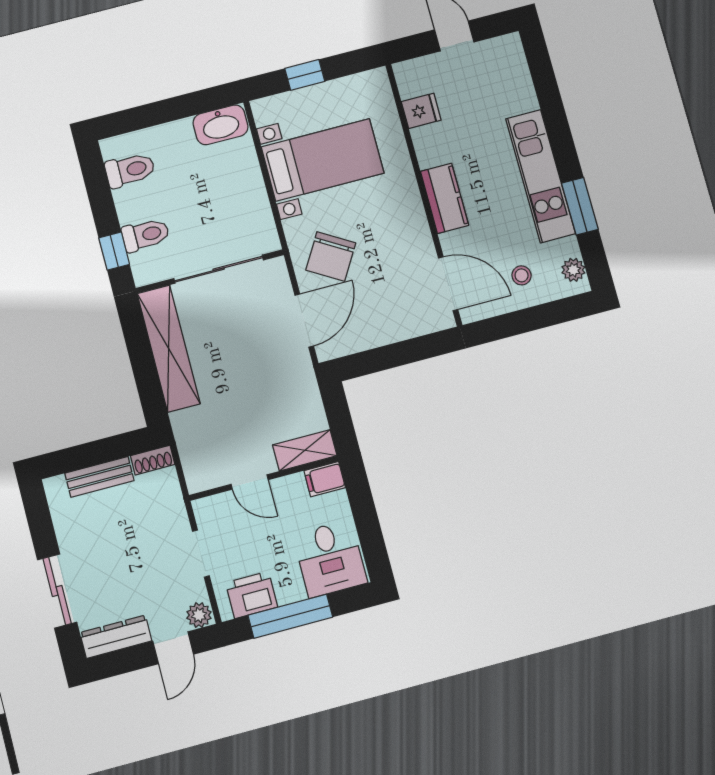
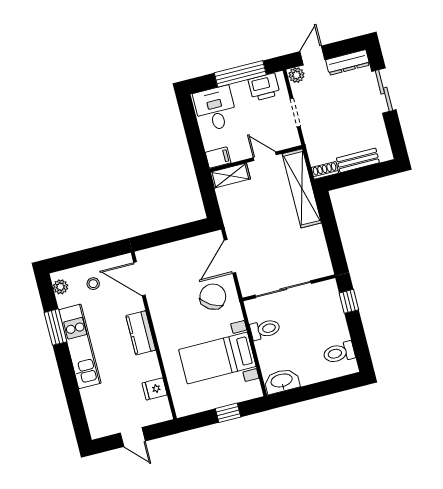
toilet: (146, 235) -> (265, 329), moved, turned 180
shelving: (169, 349) -> (302, 188), moved

